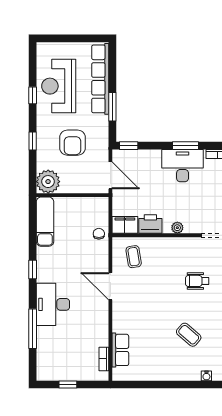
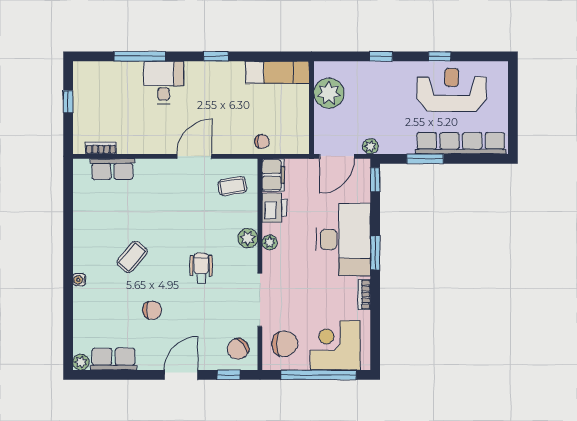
armchair: (73, 143) -> (379, 108), removed
plant: (103, 149) -> (370, 146), added
desk: (183, 166) -> (343, 239), width x1.36, depth x1.30
plant: (48, 182) -> (329, 93), moved
plant: (174, 245) -> (248, 238), added
desk: (53, 304) -> (164, 82), width x0.73

